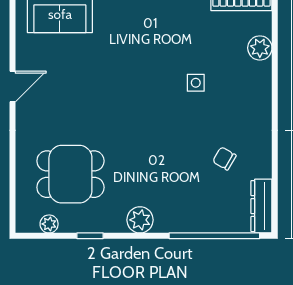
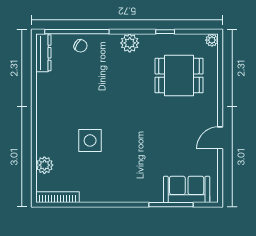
side table: (196, 83) -> (90, 140), width x1.87, depth x1.87
chair: (224, 158) -> (80, 46), moved
plant: (49, 224) -> (212, 40), moved

